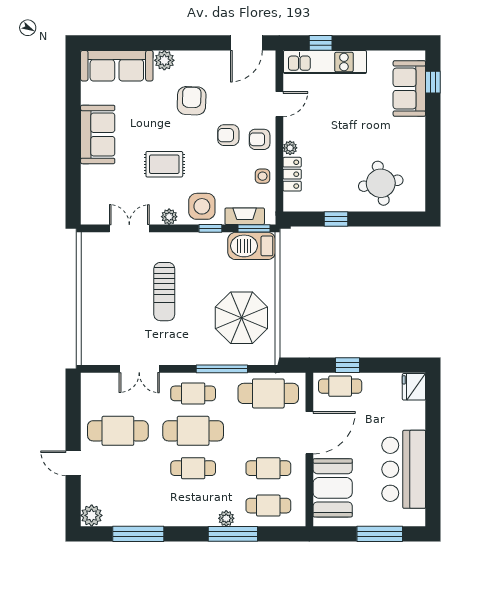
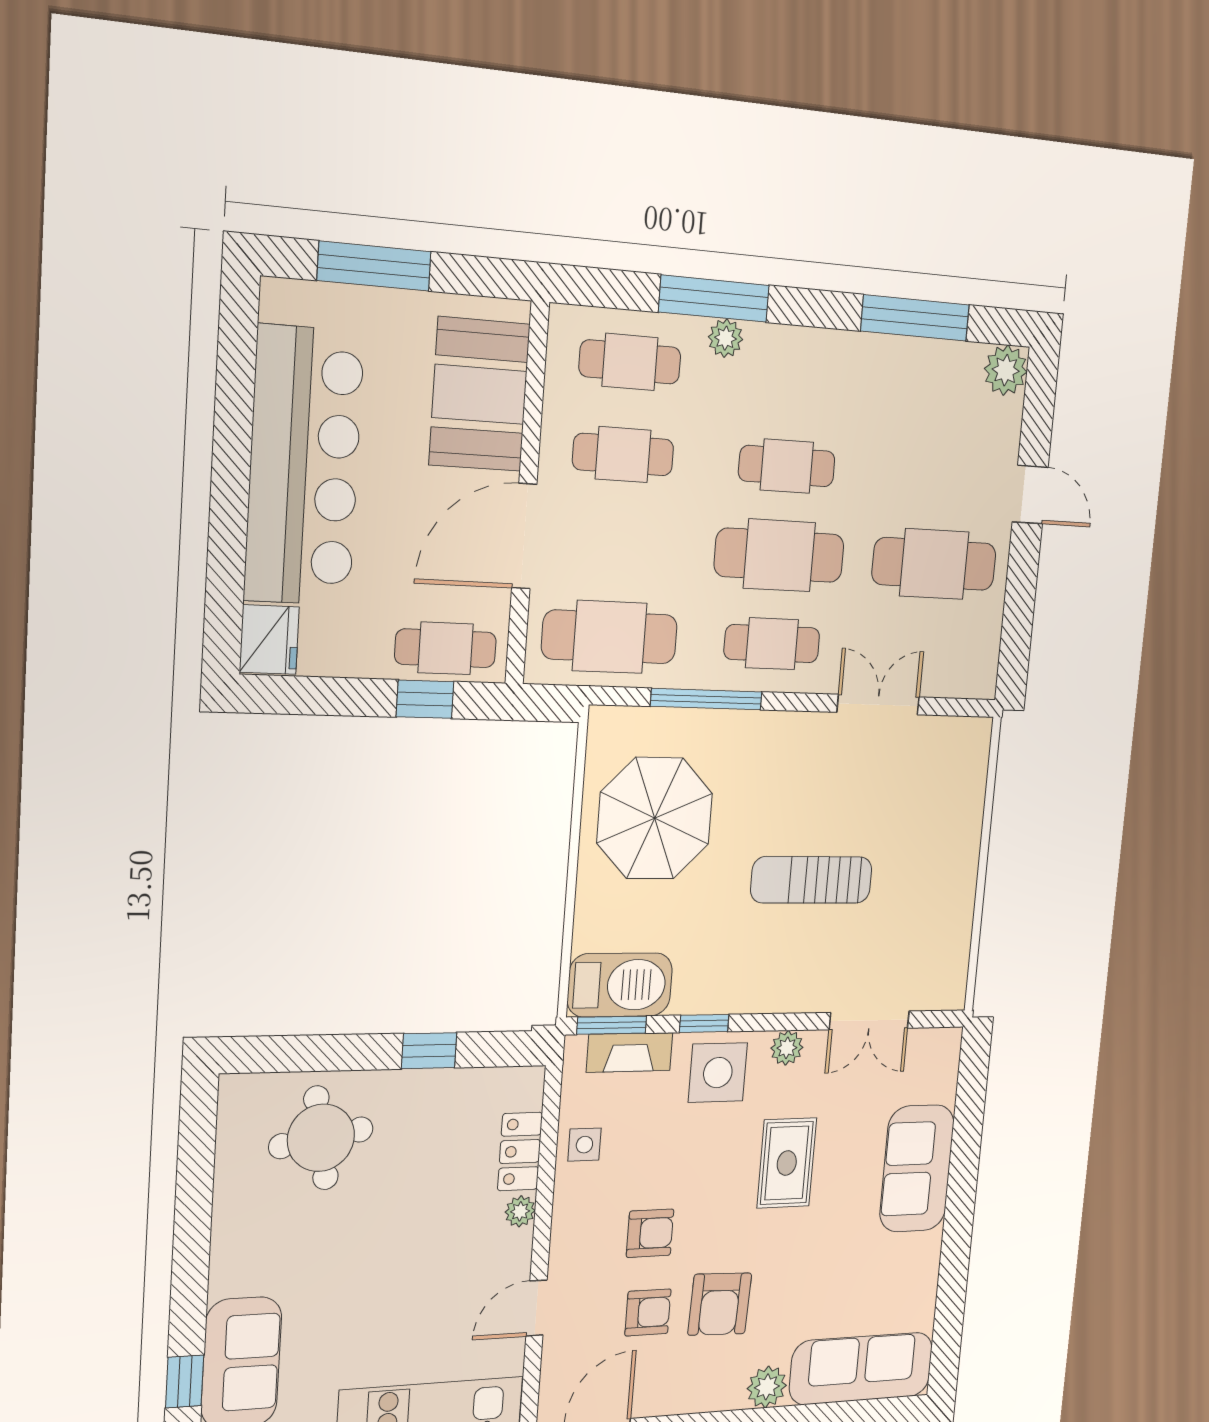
sofa: (98, 134) -> (917, 1168), moved
armchair: (260, 139) -> (648, 1312), moved
rug: (164, 164) -> (787, 1163), turned 90
sun lounger: (164, 292) -> (812, 880), turned -90
bar counter: (404, 469) -> (304, 466), width x1.36

